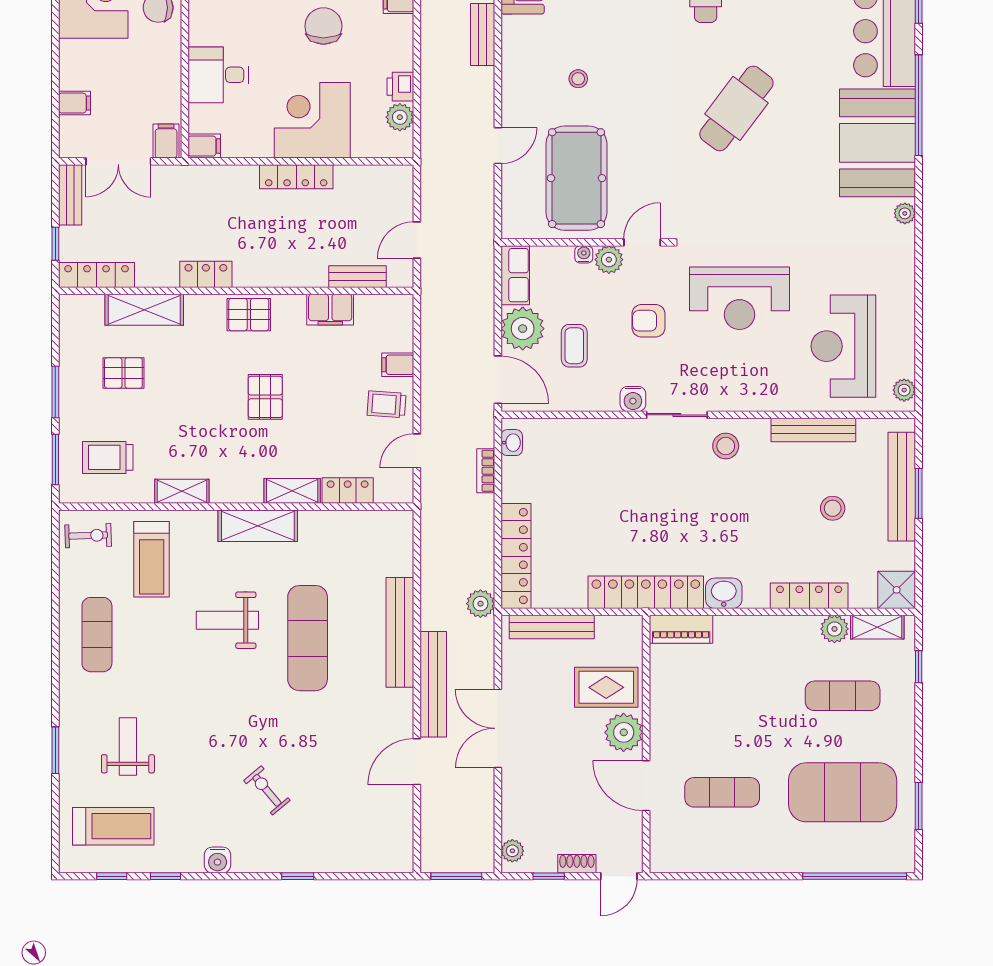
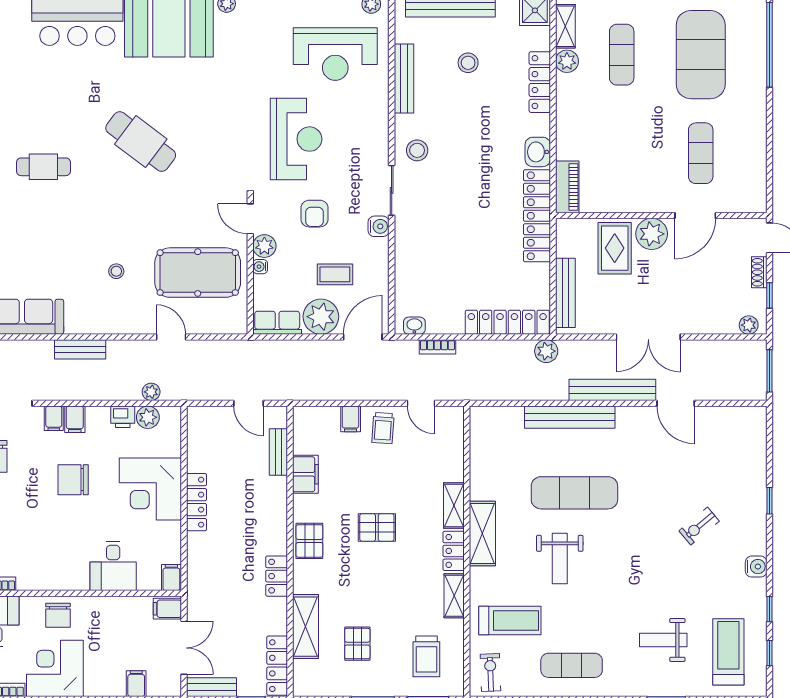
filing cabinet: (397, 28) -> (75, 419), added
plant: (431, 121) -> (151, 392), added
locker: (348, 491) -> (454, 551), moved

